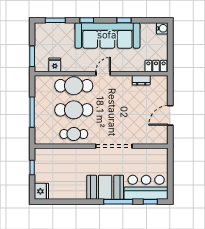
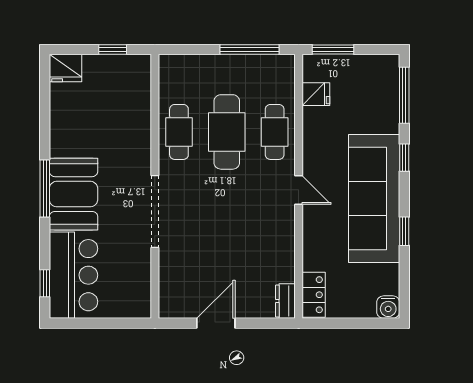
window: (55, 20) -> (404, 95), width x1.44
dresser: (141, 80) -> (285, 301), moved
cafe table: (74, 86) -> (275, 132), width x0.73, depth x0.74
window: (32, 112) -> (250, 49), moved
door: (170, 115) -> (216, 323), hinge flipped
window: (118, 202) -> (45, 189), moved

